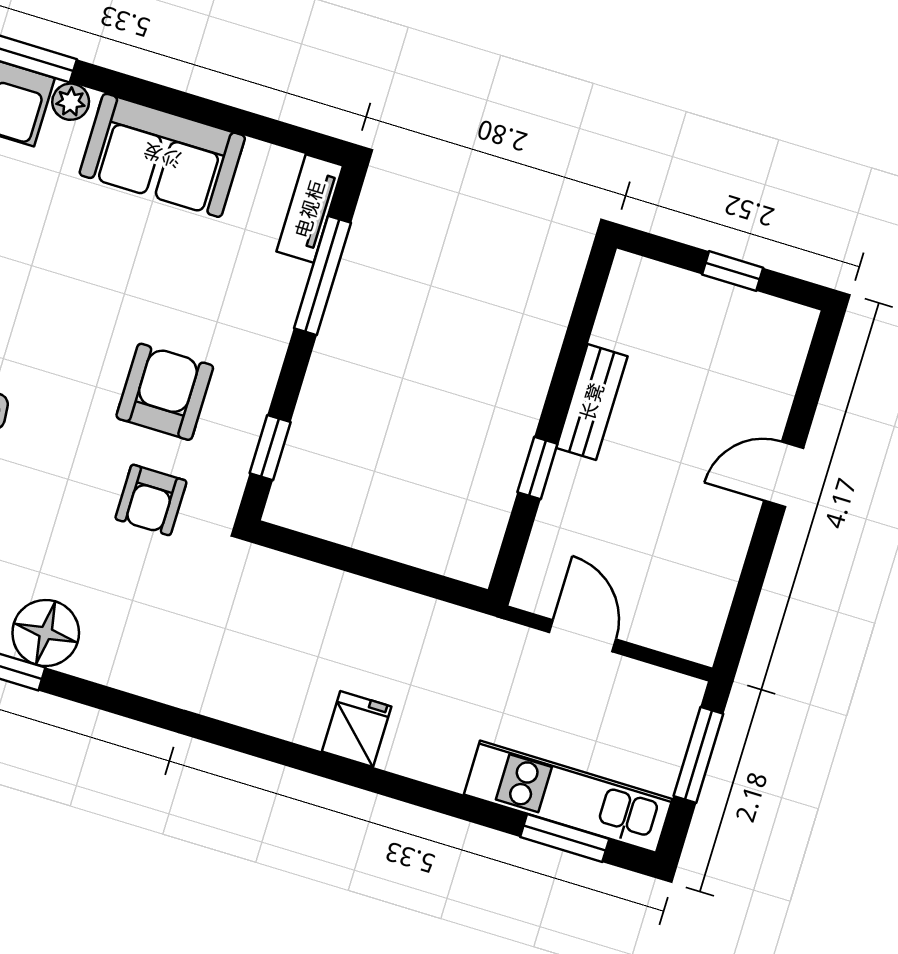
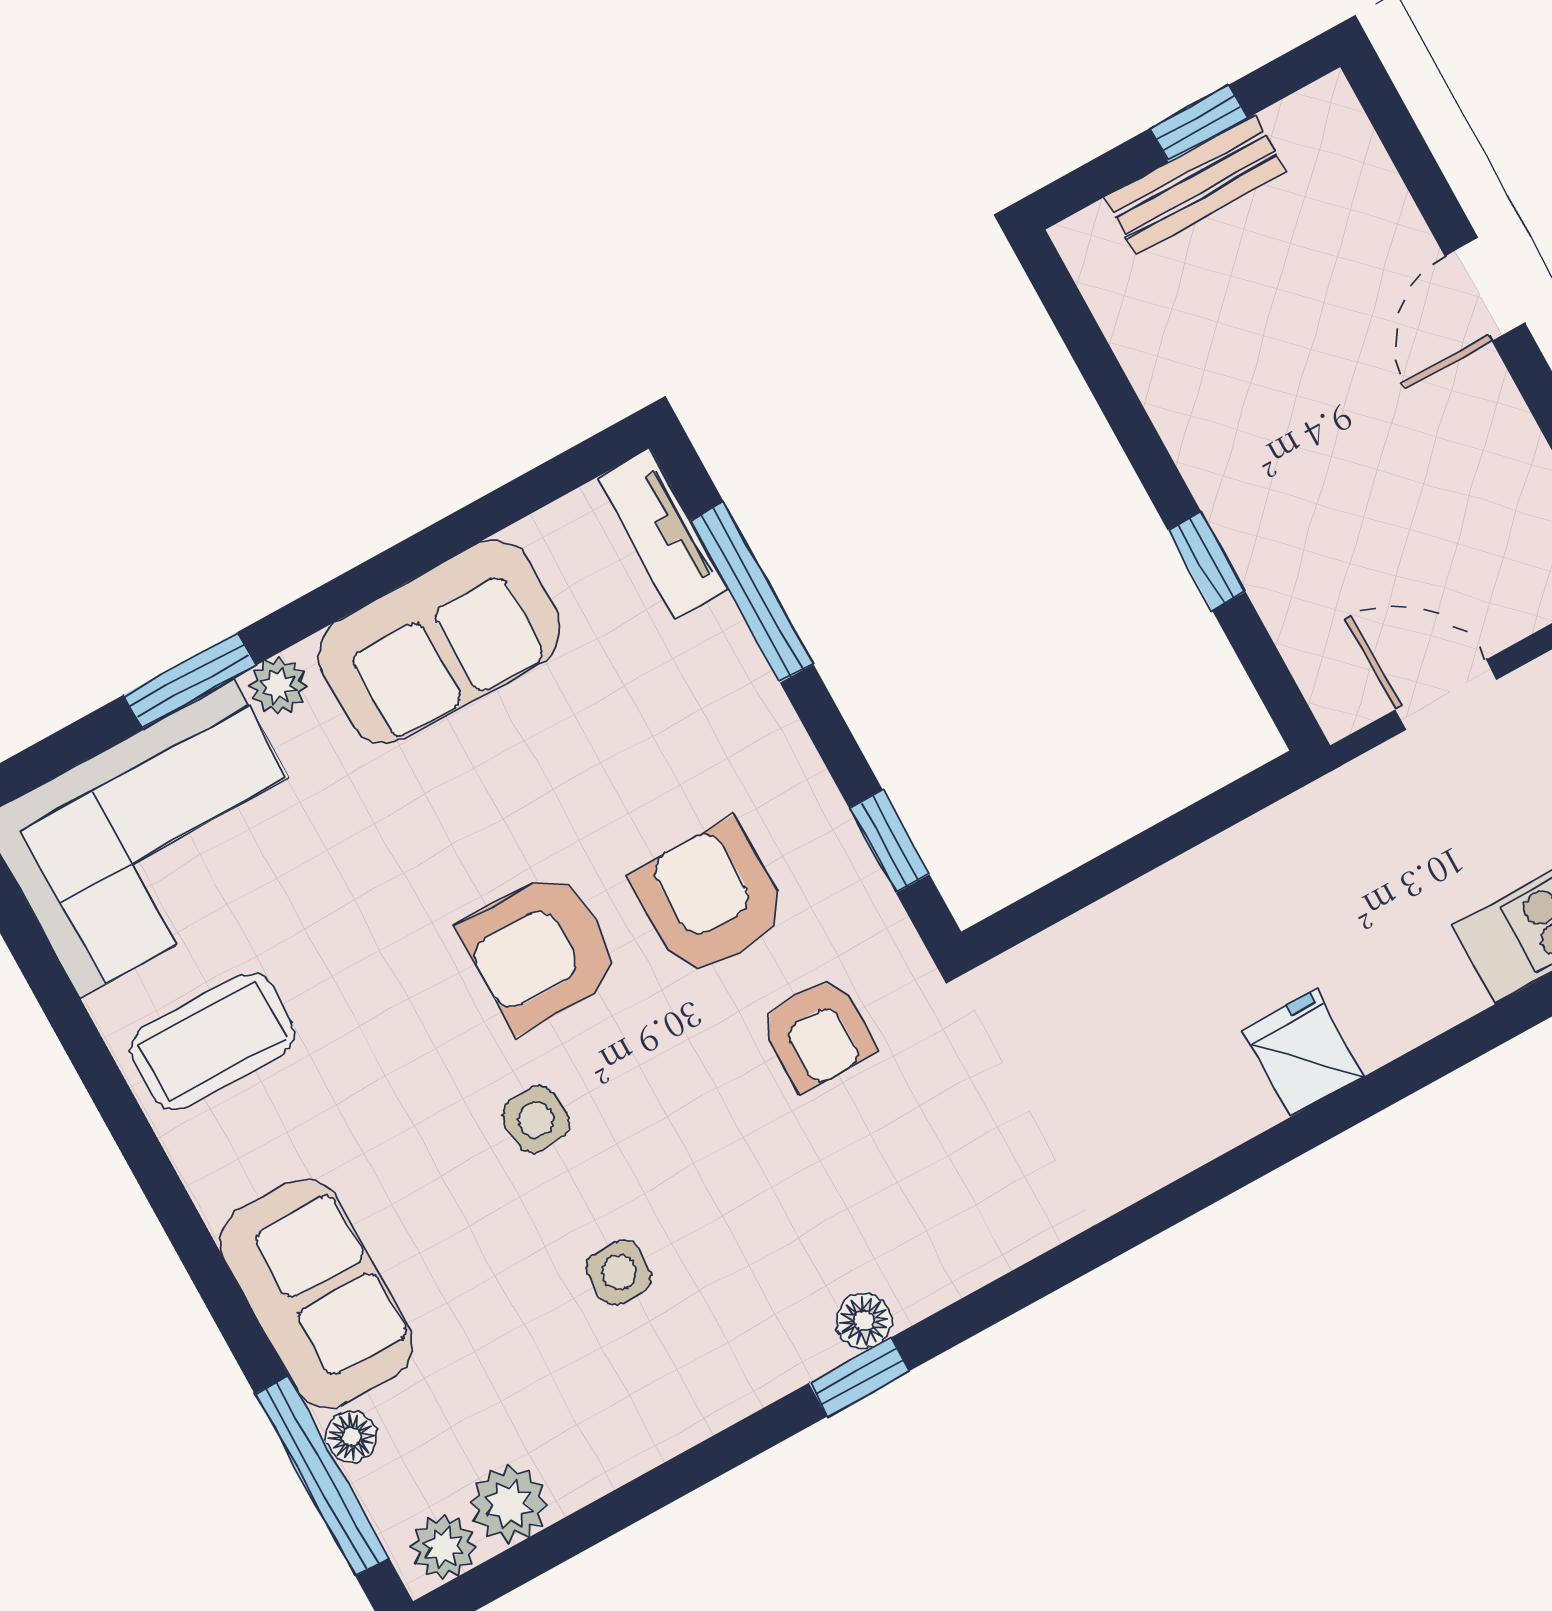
armchair: (67, 338) -> (541, 951), added
bench: (592, 402) -> (1195, 185), moved, turned 90
floor lamp: (46, 633) -> (864, 1321), width x0.53, depth x0.53

